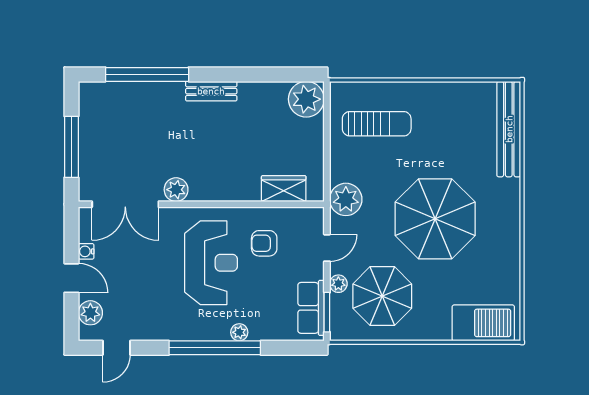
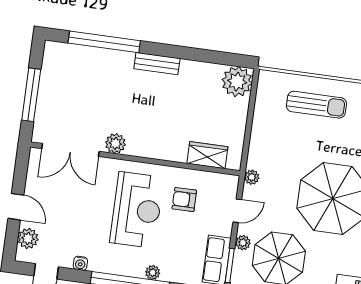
sun lounger: (377, 124) -> (316, 105), moved
plant: (346, 199) -> (252, 177), width x0.53, depth x0.53
water cooler: (86, 251) -> (80, 263), moved, turned -90

